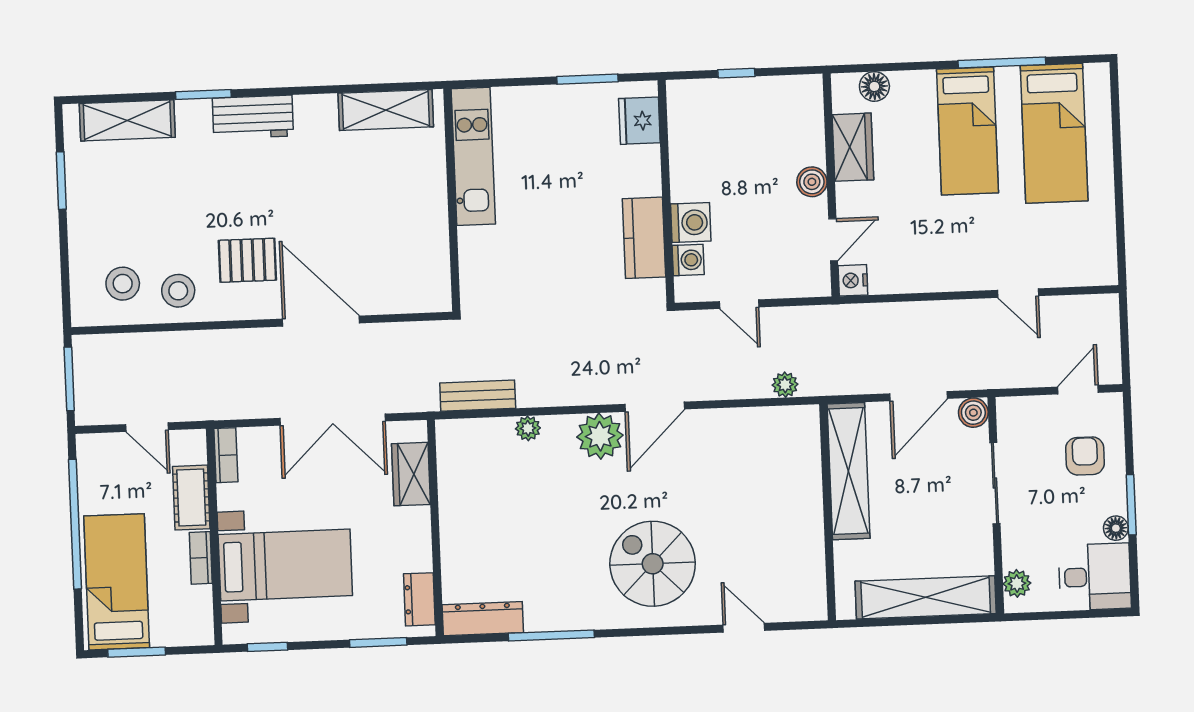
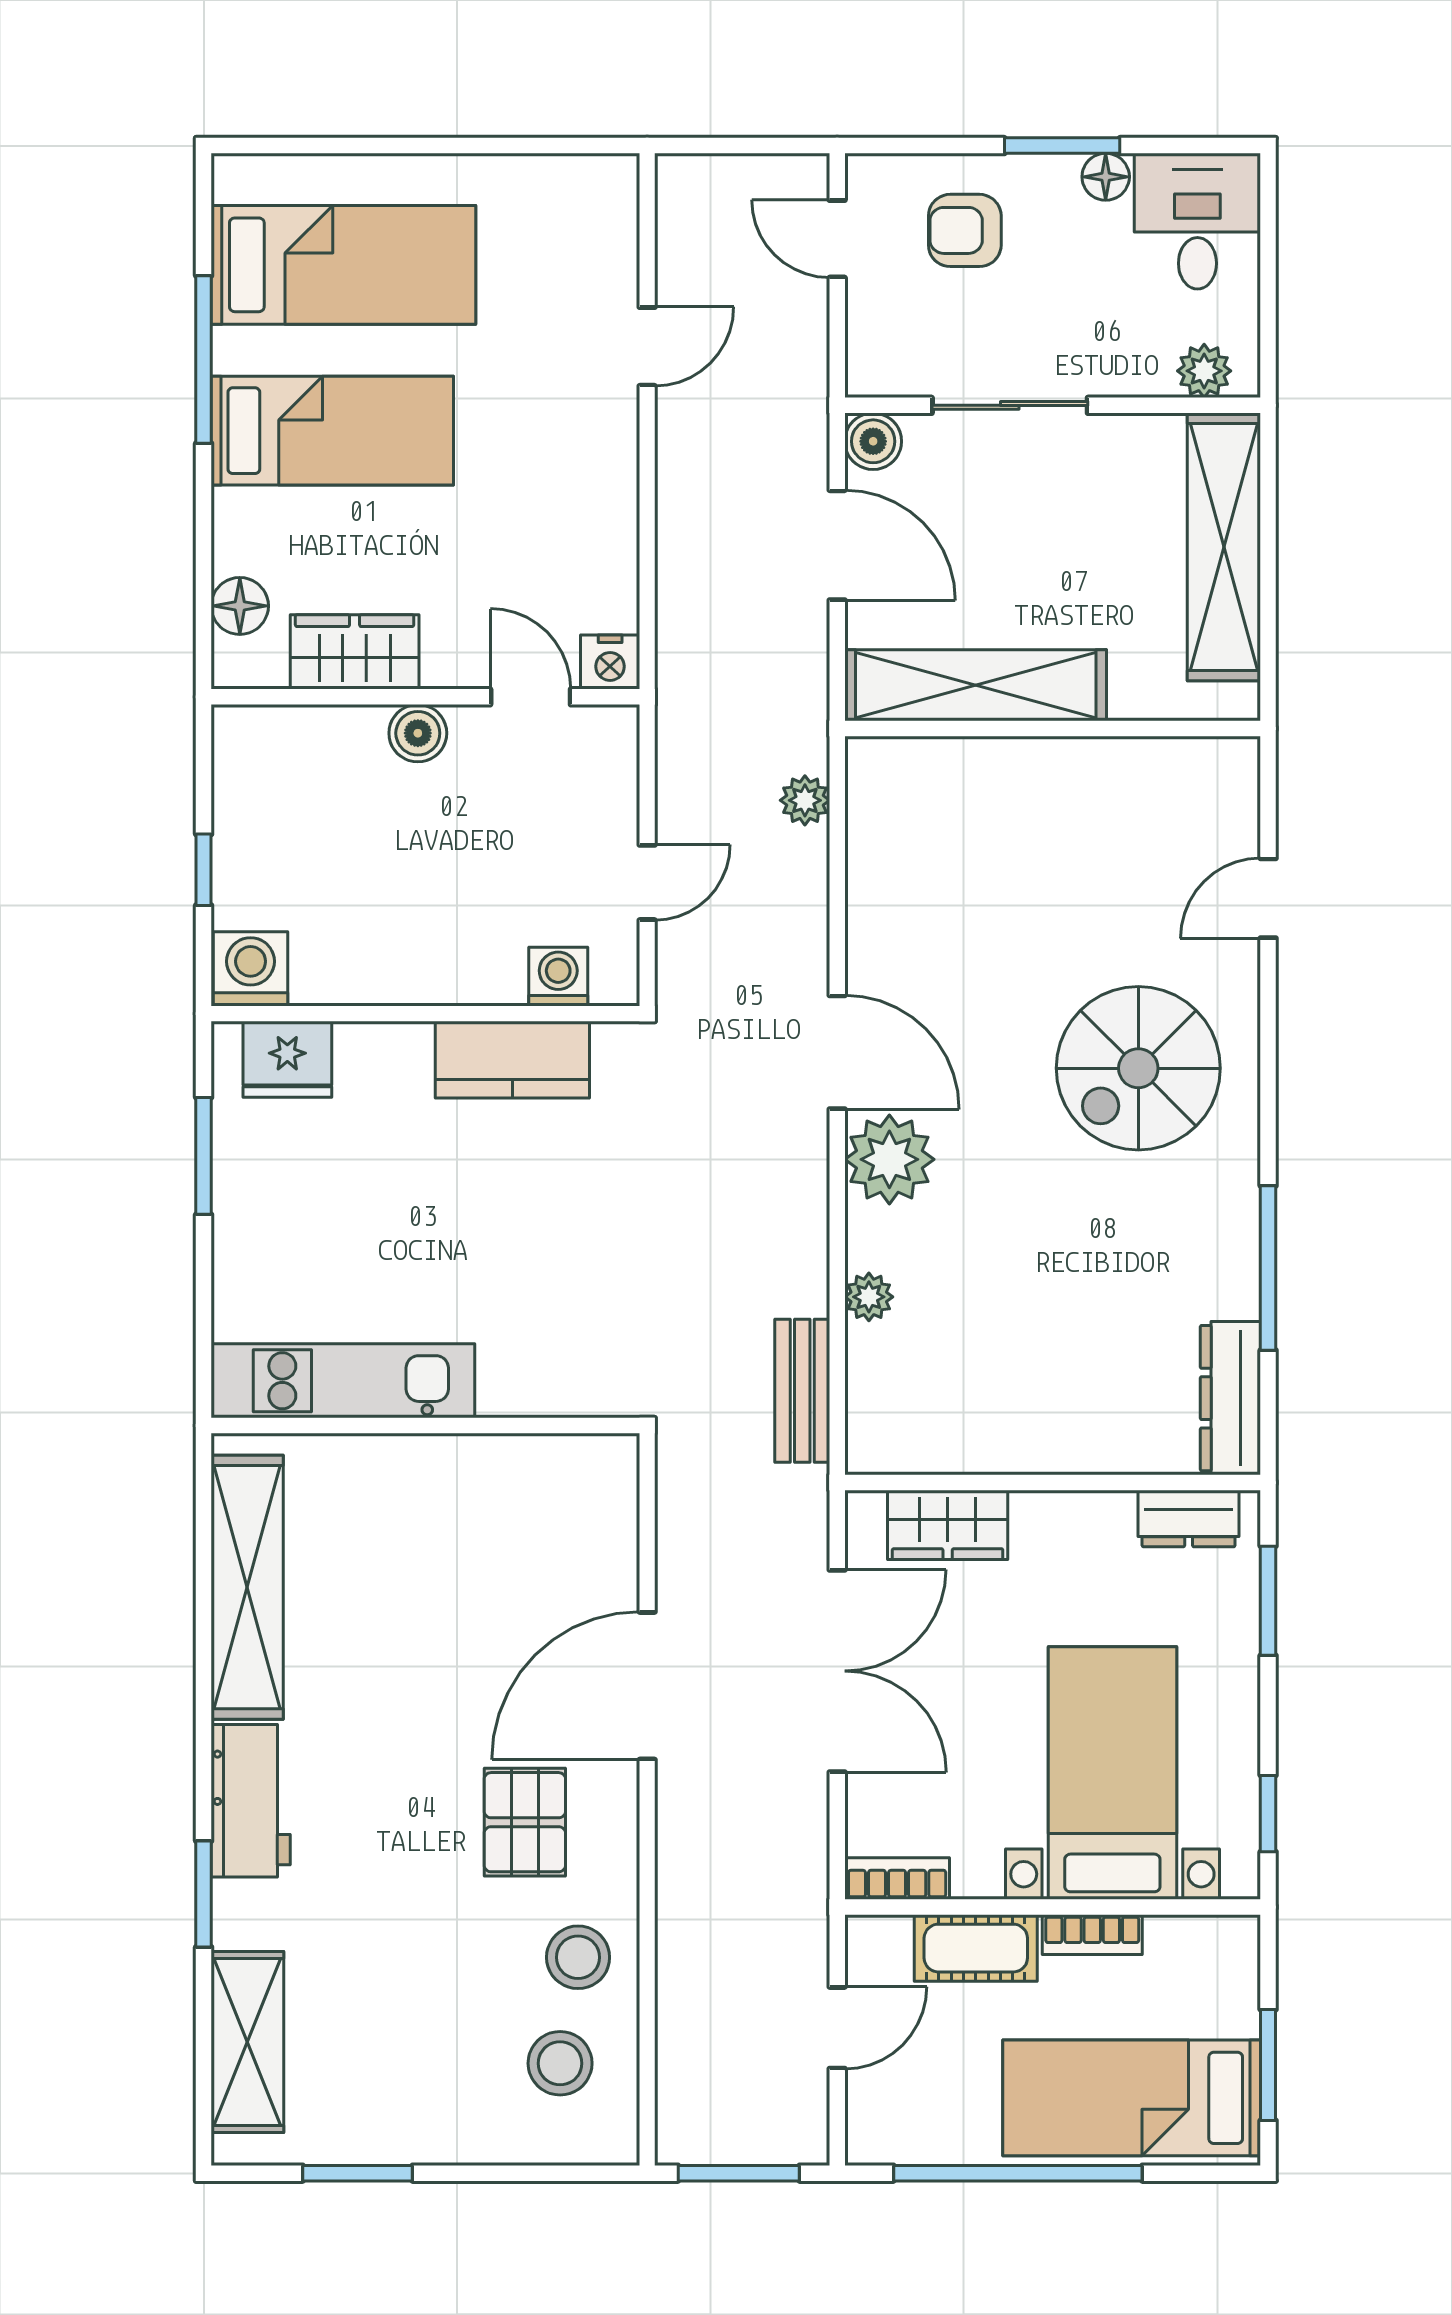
shelving: (386, 110) -> (247, 1587), width x1.47
washing machine: (691, 222) -> (251, 969), moved

